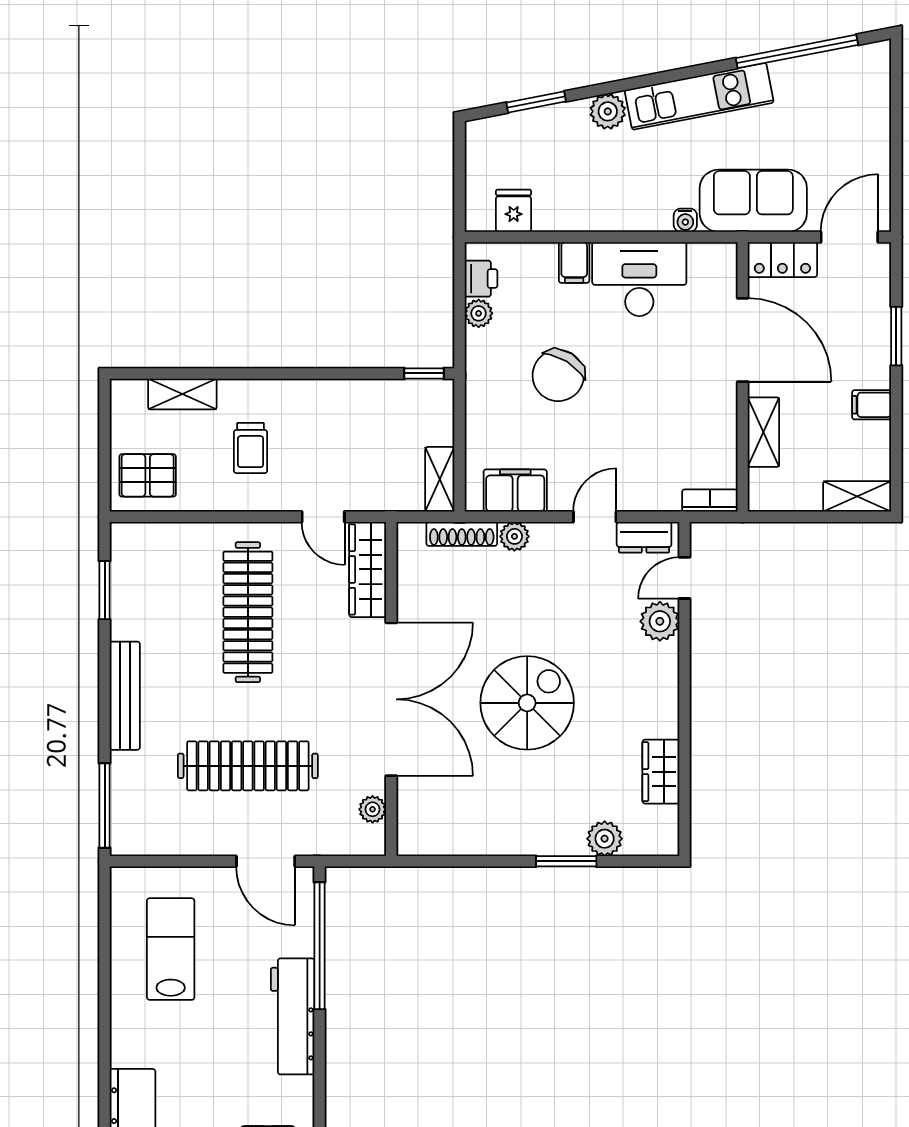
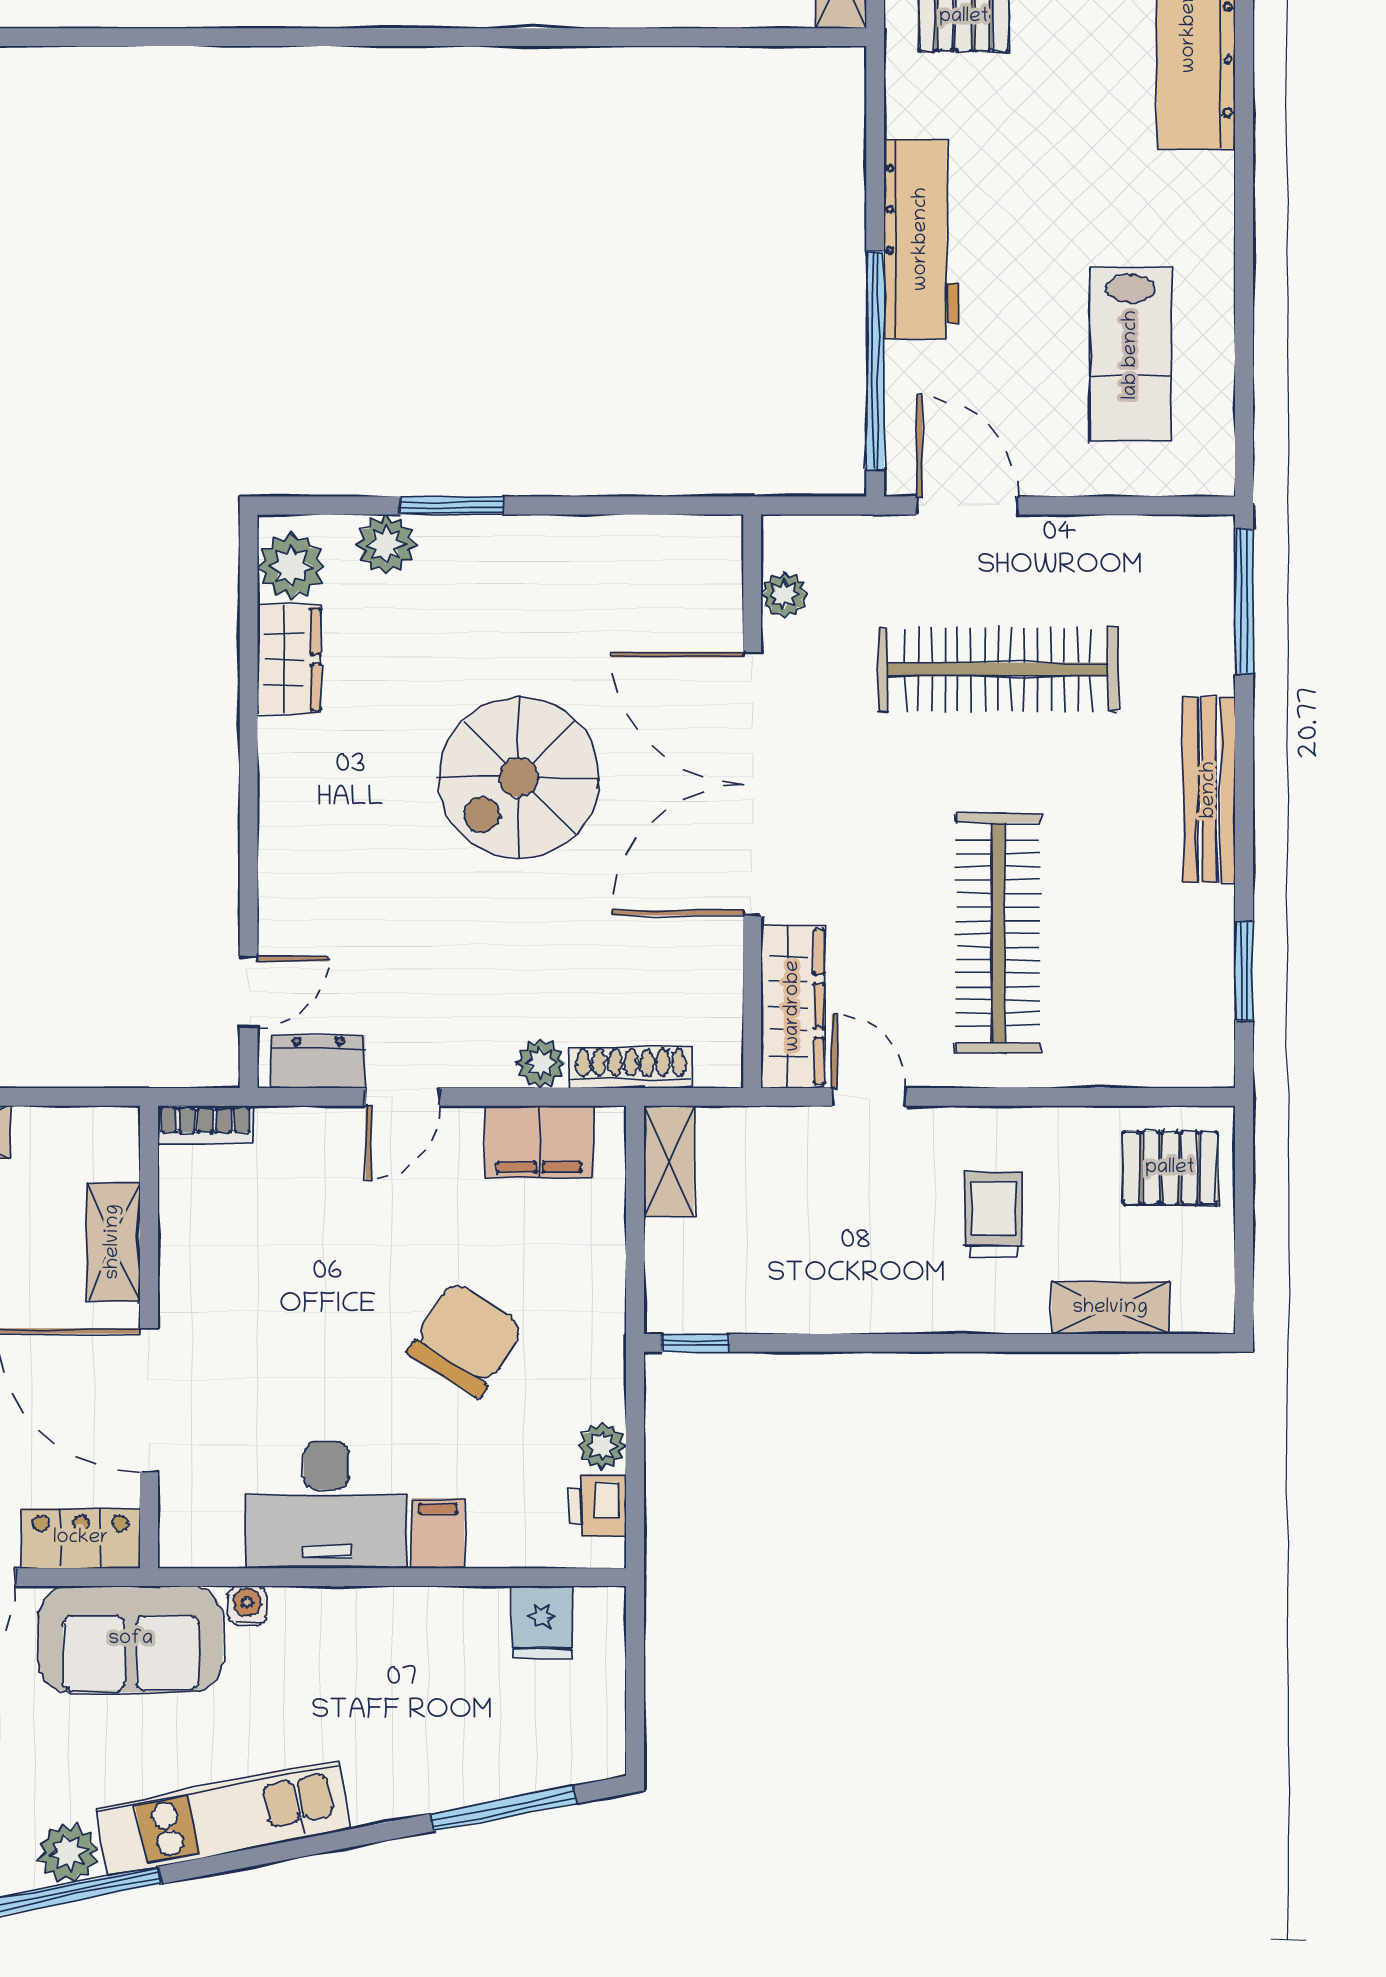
window: (536, 102) -> (503, 1809), width x1.44
plant: (608, 111) -> (68, 1853), moved
plant: (660, 621) -> (291, 566), moved

